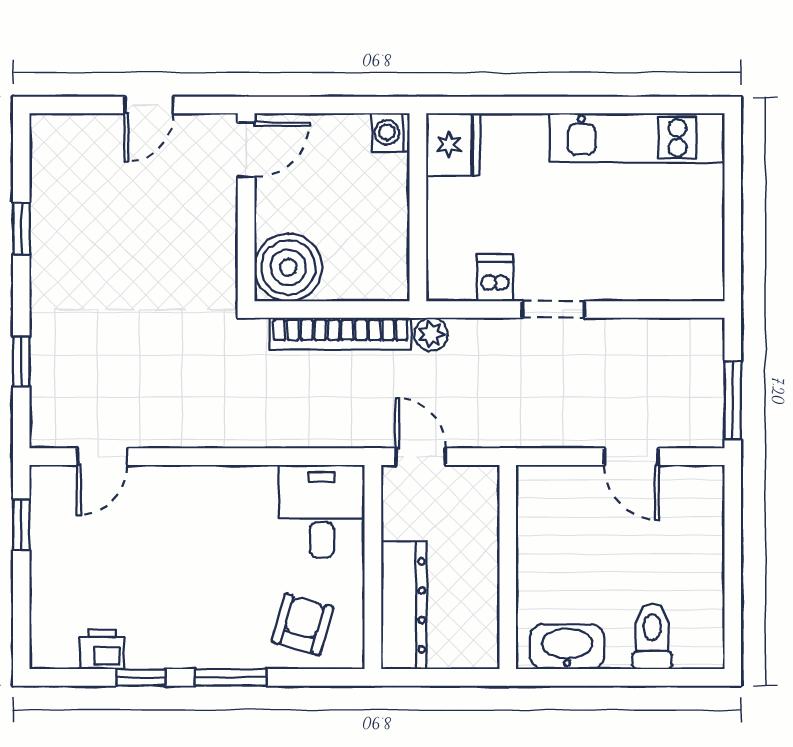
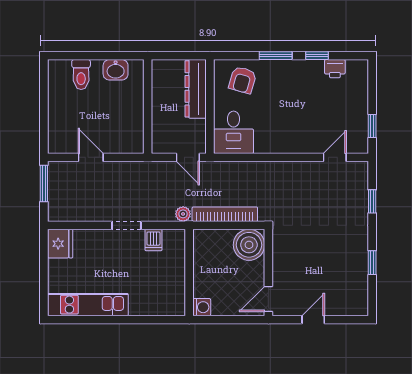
fridge: (453, 145) -> (60, 244), moved, turned 180
washbasin: (567, 647) -> (116, 70), width x0.72

